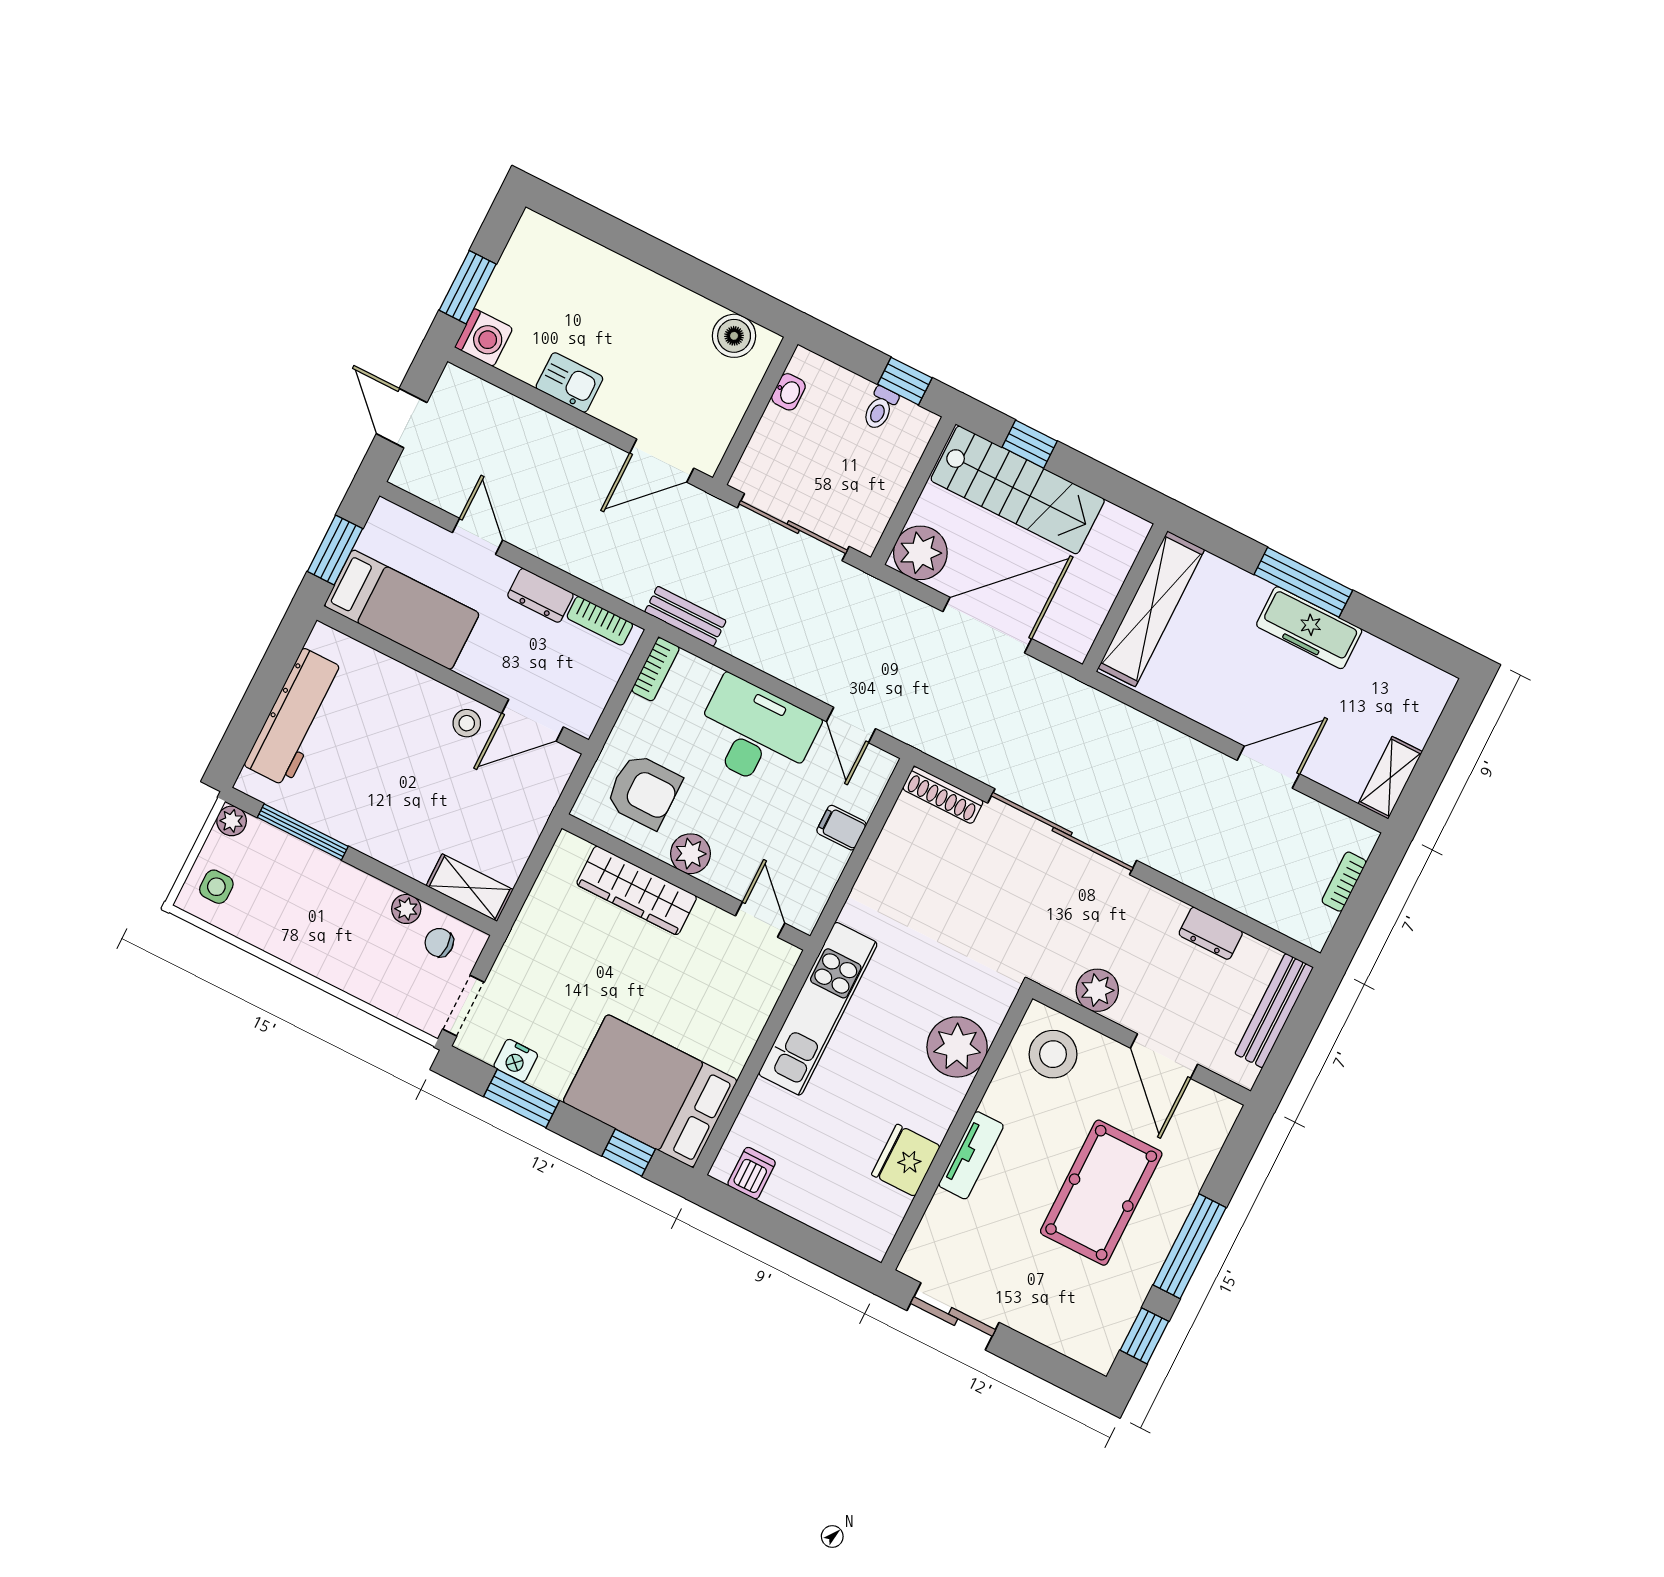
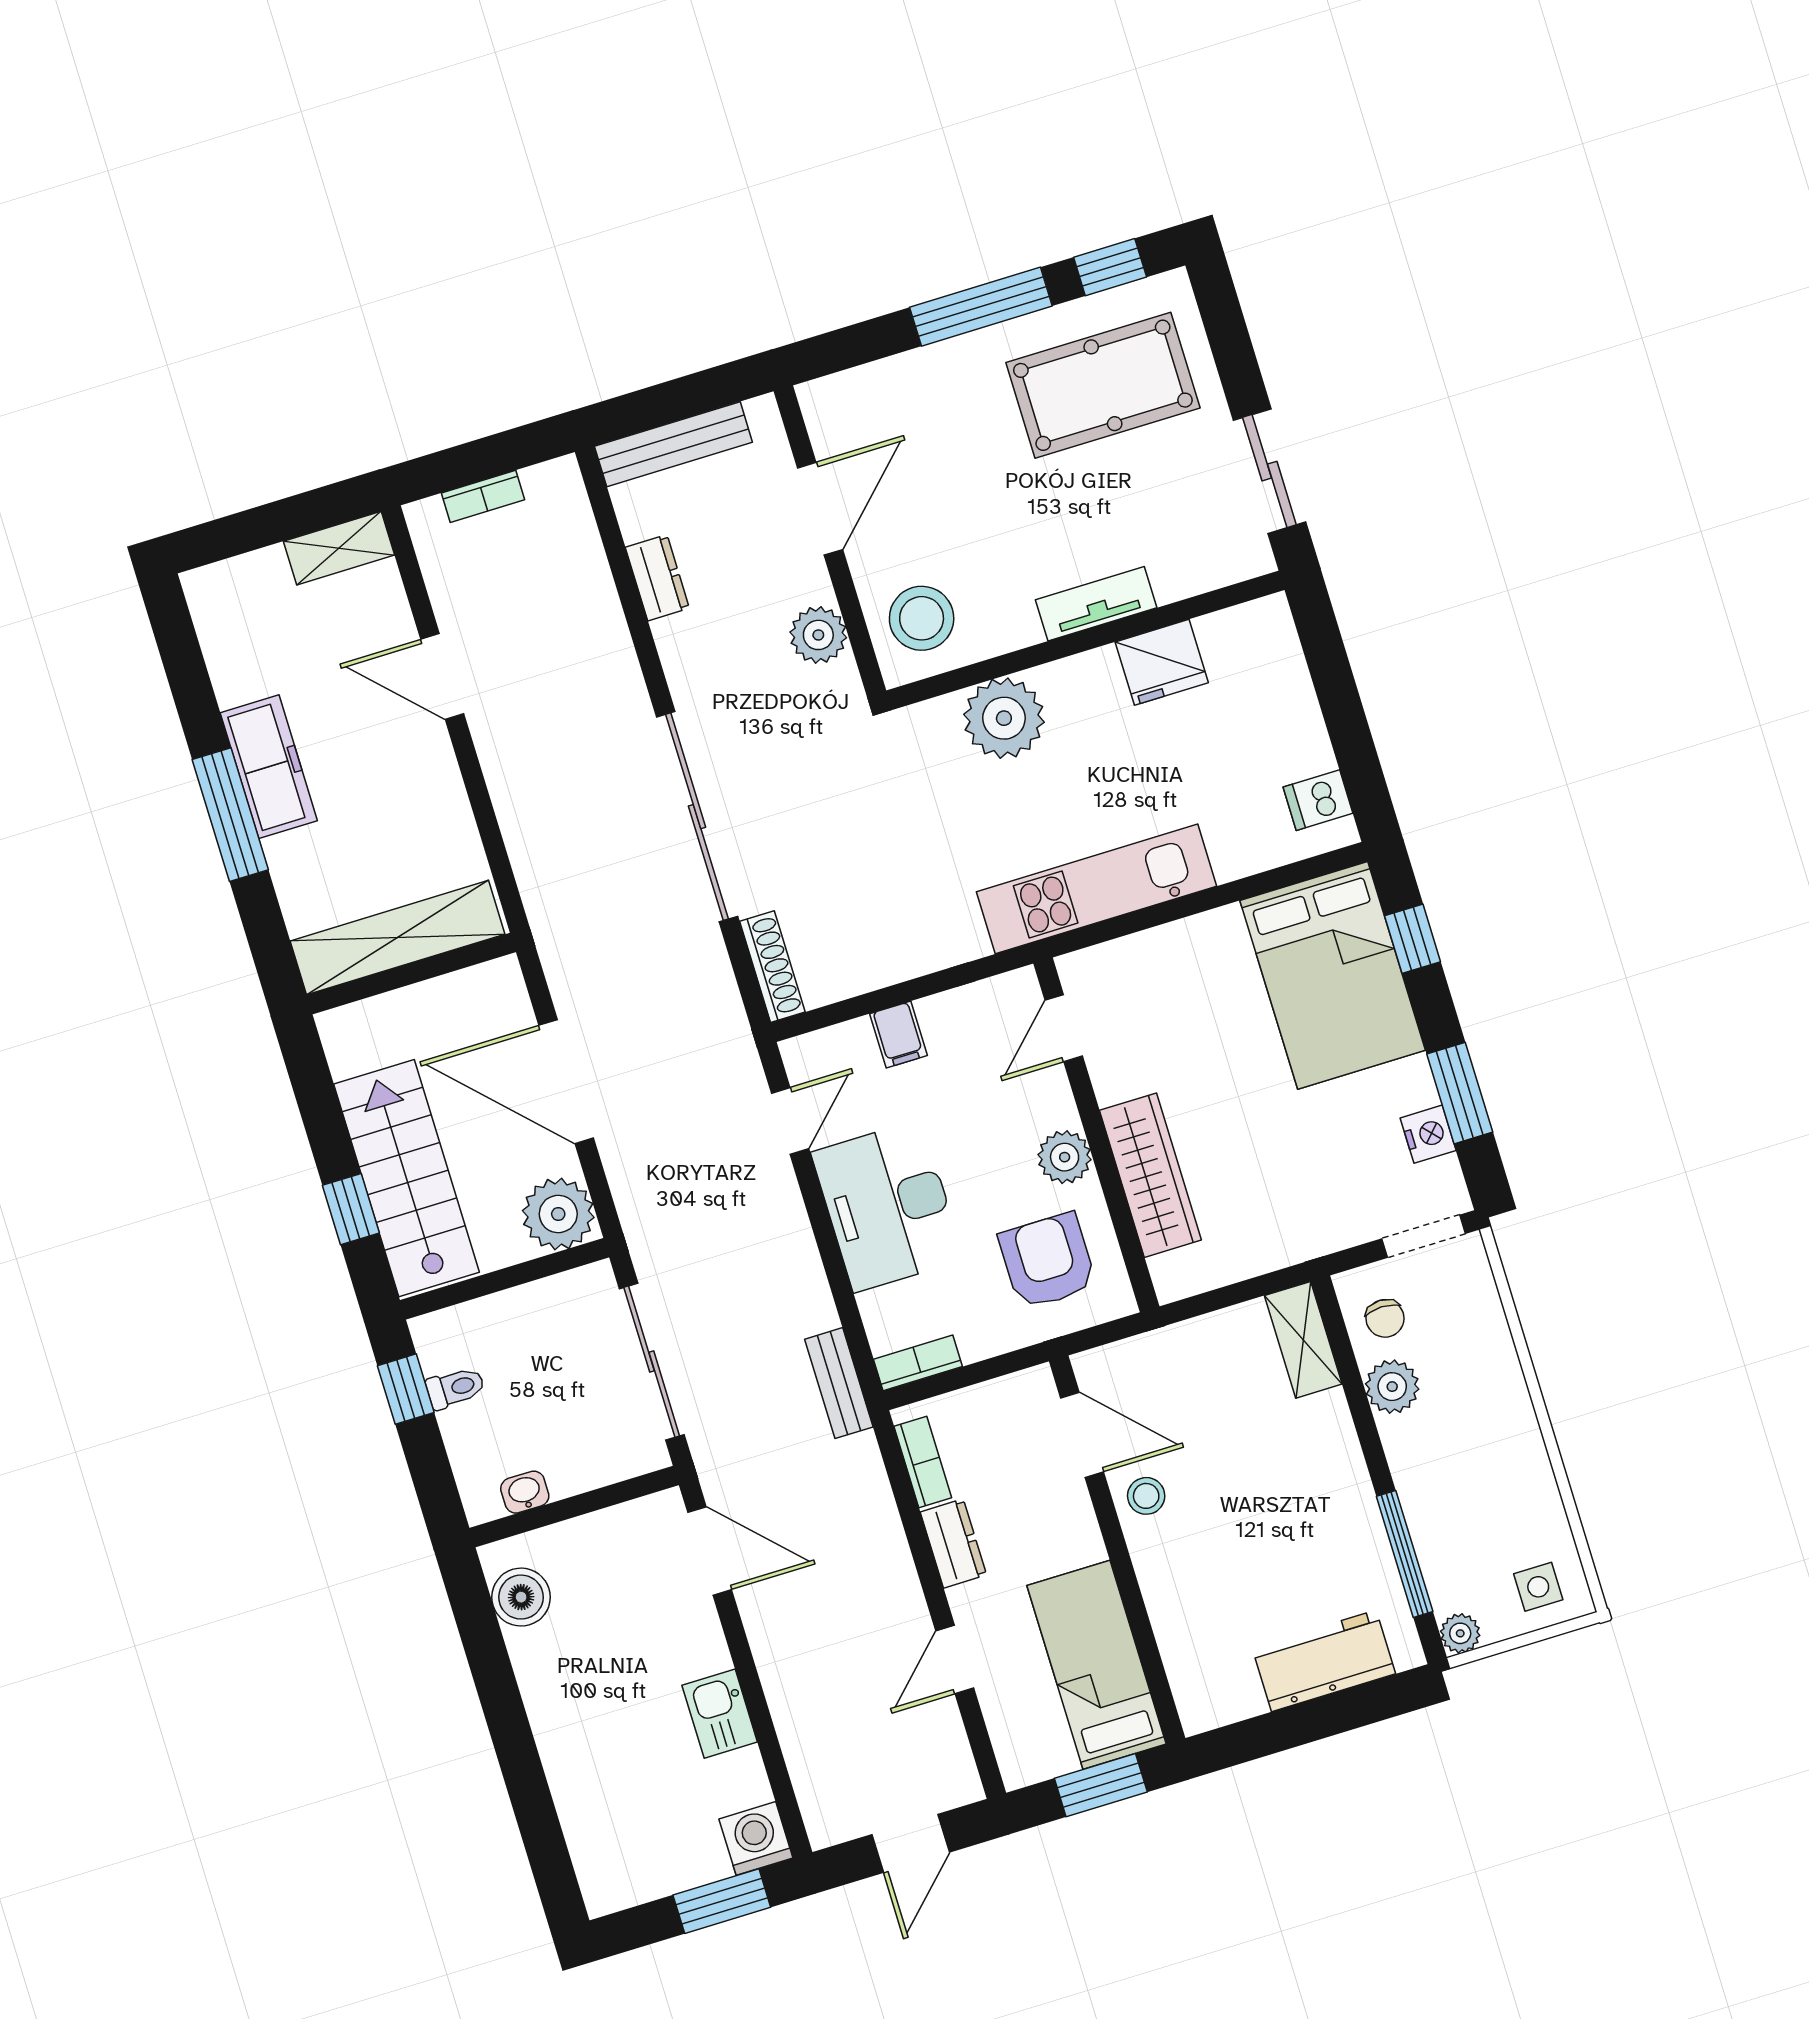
workbench: (295, 717) -> (1324, 1661), width x0.73
plant: (406, 909) -> (1392, 1387), width x1.38, depth x1.38
pool table: (1101, 1193) -> (1103, 385), moved

